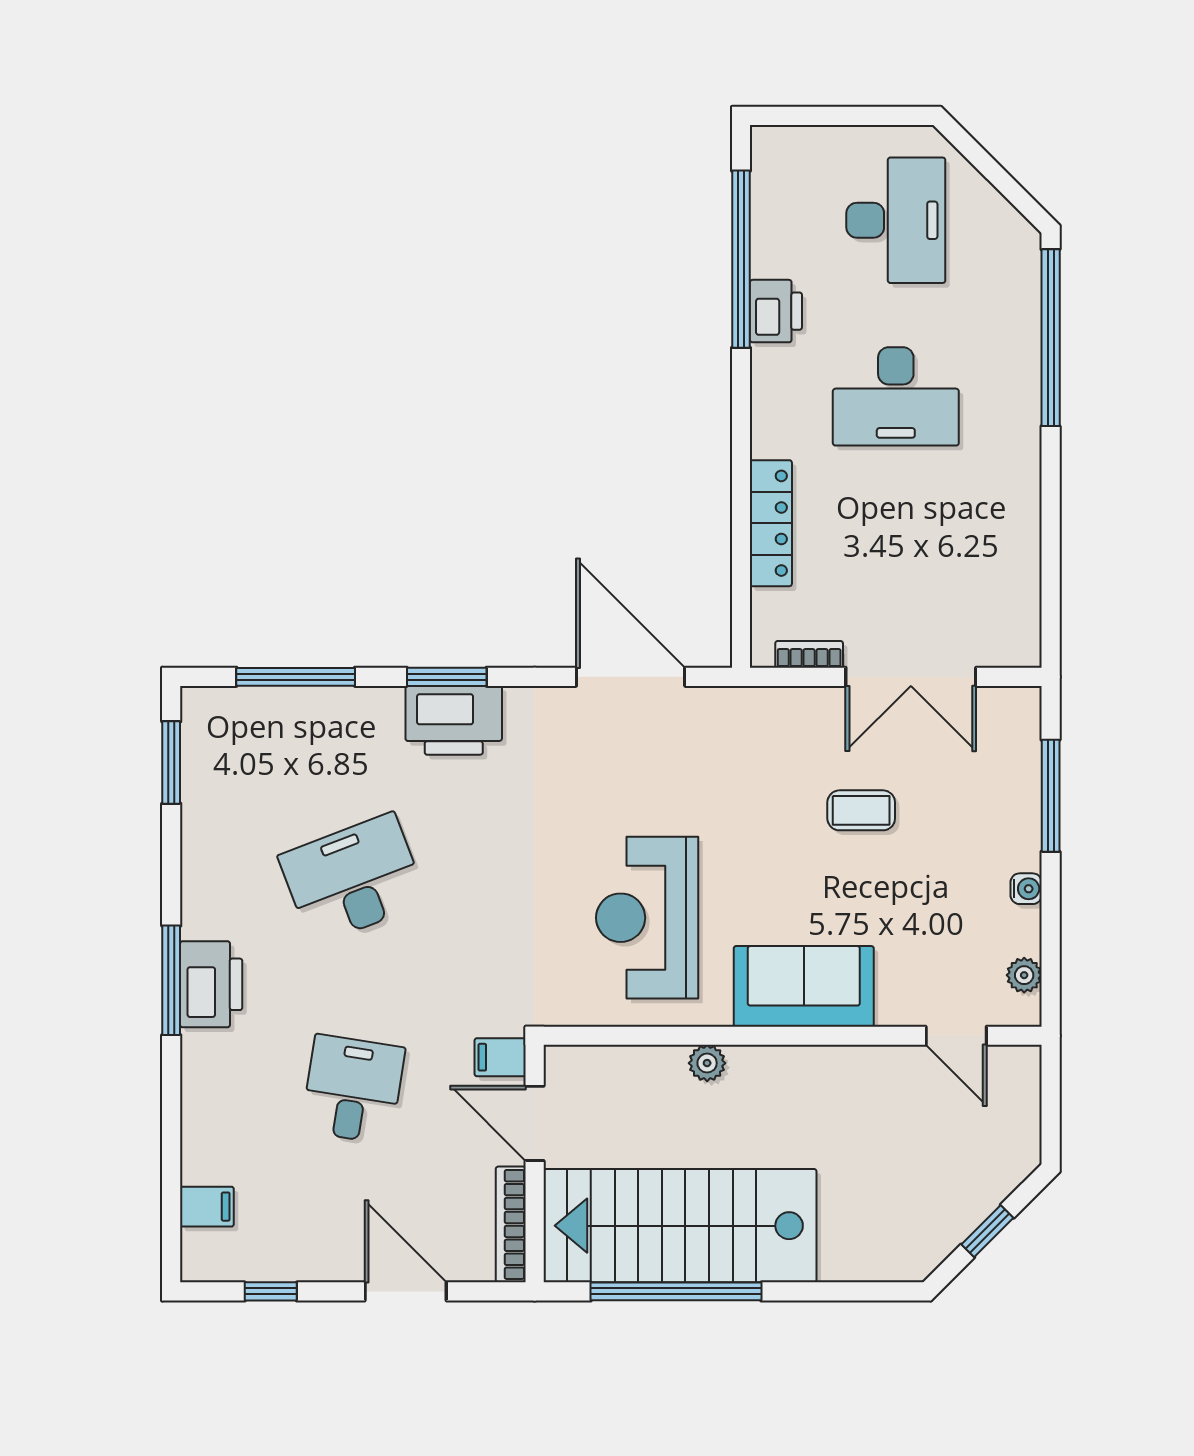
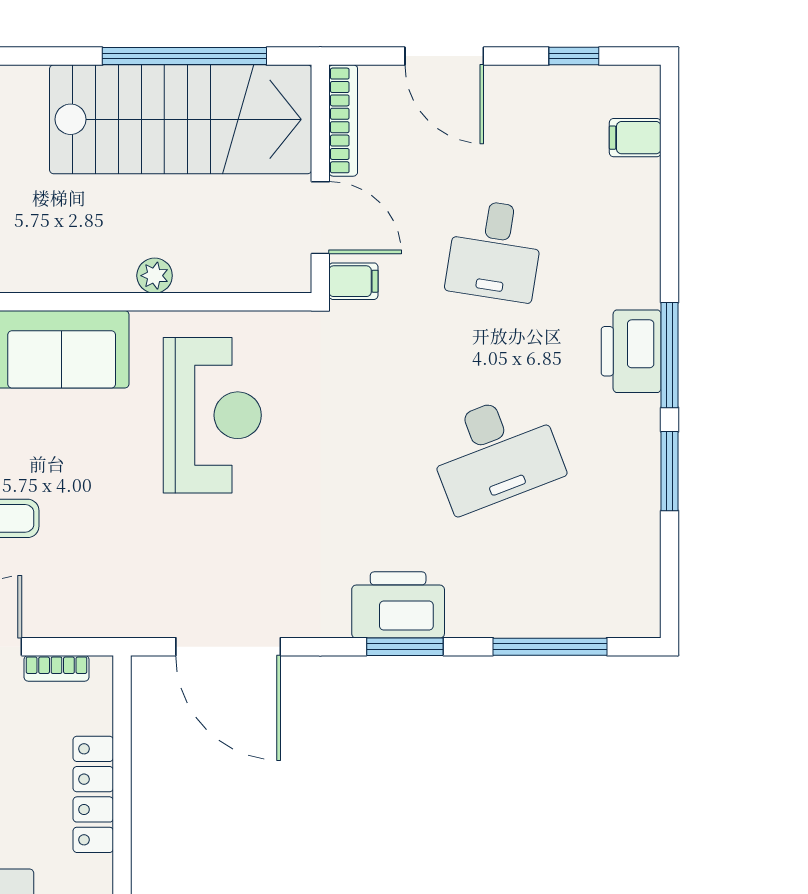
window: (171, 763) -> (670, 471), moved

